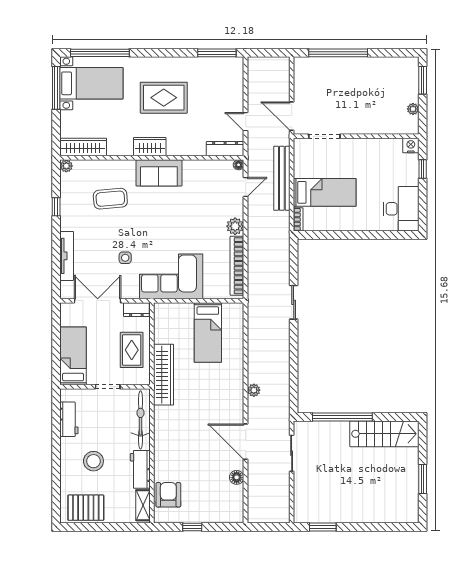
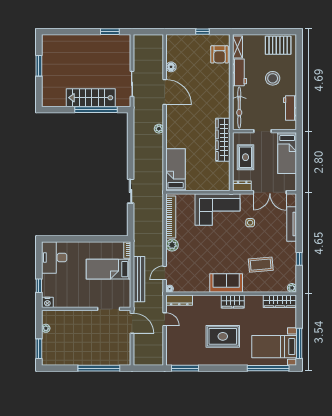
bed: (208, 332) -> (176, 170), moved
stairs: (384, 434) -> (91, 98), moved

